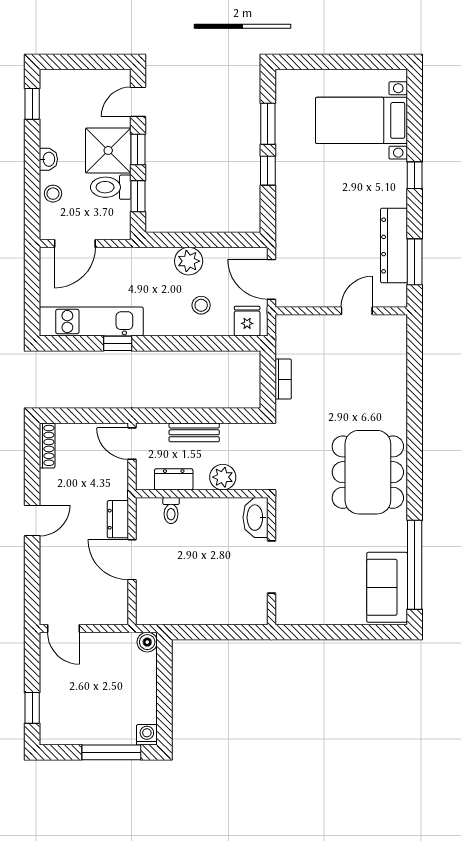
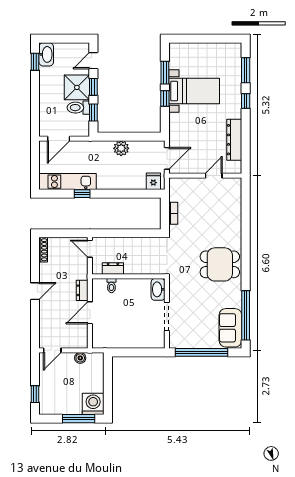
bed with nightstands: (361, 120) -> (194, 91), moved, turned 180
washbasin: (48, 159) -> (46, 54), moved, width x1.91, depth x1.45
stool: (53, 194) -> (47, 111), removed
window: (415, 262) -> (246, 70), moved
door: (271, 279) -> (167, 158), swing flipped
stool: (201, 305) -> (128, 173), removed
bench: (194, 432) -> (124, 242), removed
dining table: (368, 472) -> (220, 264), width x0.73
plant: (223, 477) -> (140, 267), removed
door: (132, 560) -> (90, 313), hinge flipped
door: (63, 628) -> (52, 350), hinge flipped
window: (335, 632) -> (202, 352), added
boiler: (147, 642) -> (80, 358), moved
washing machine: (147, 735) -> (93, 404), width x1.89, depth x1.89

